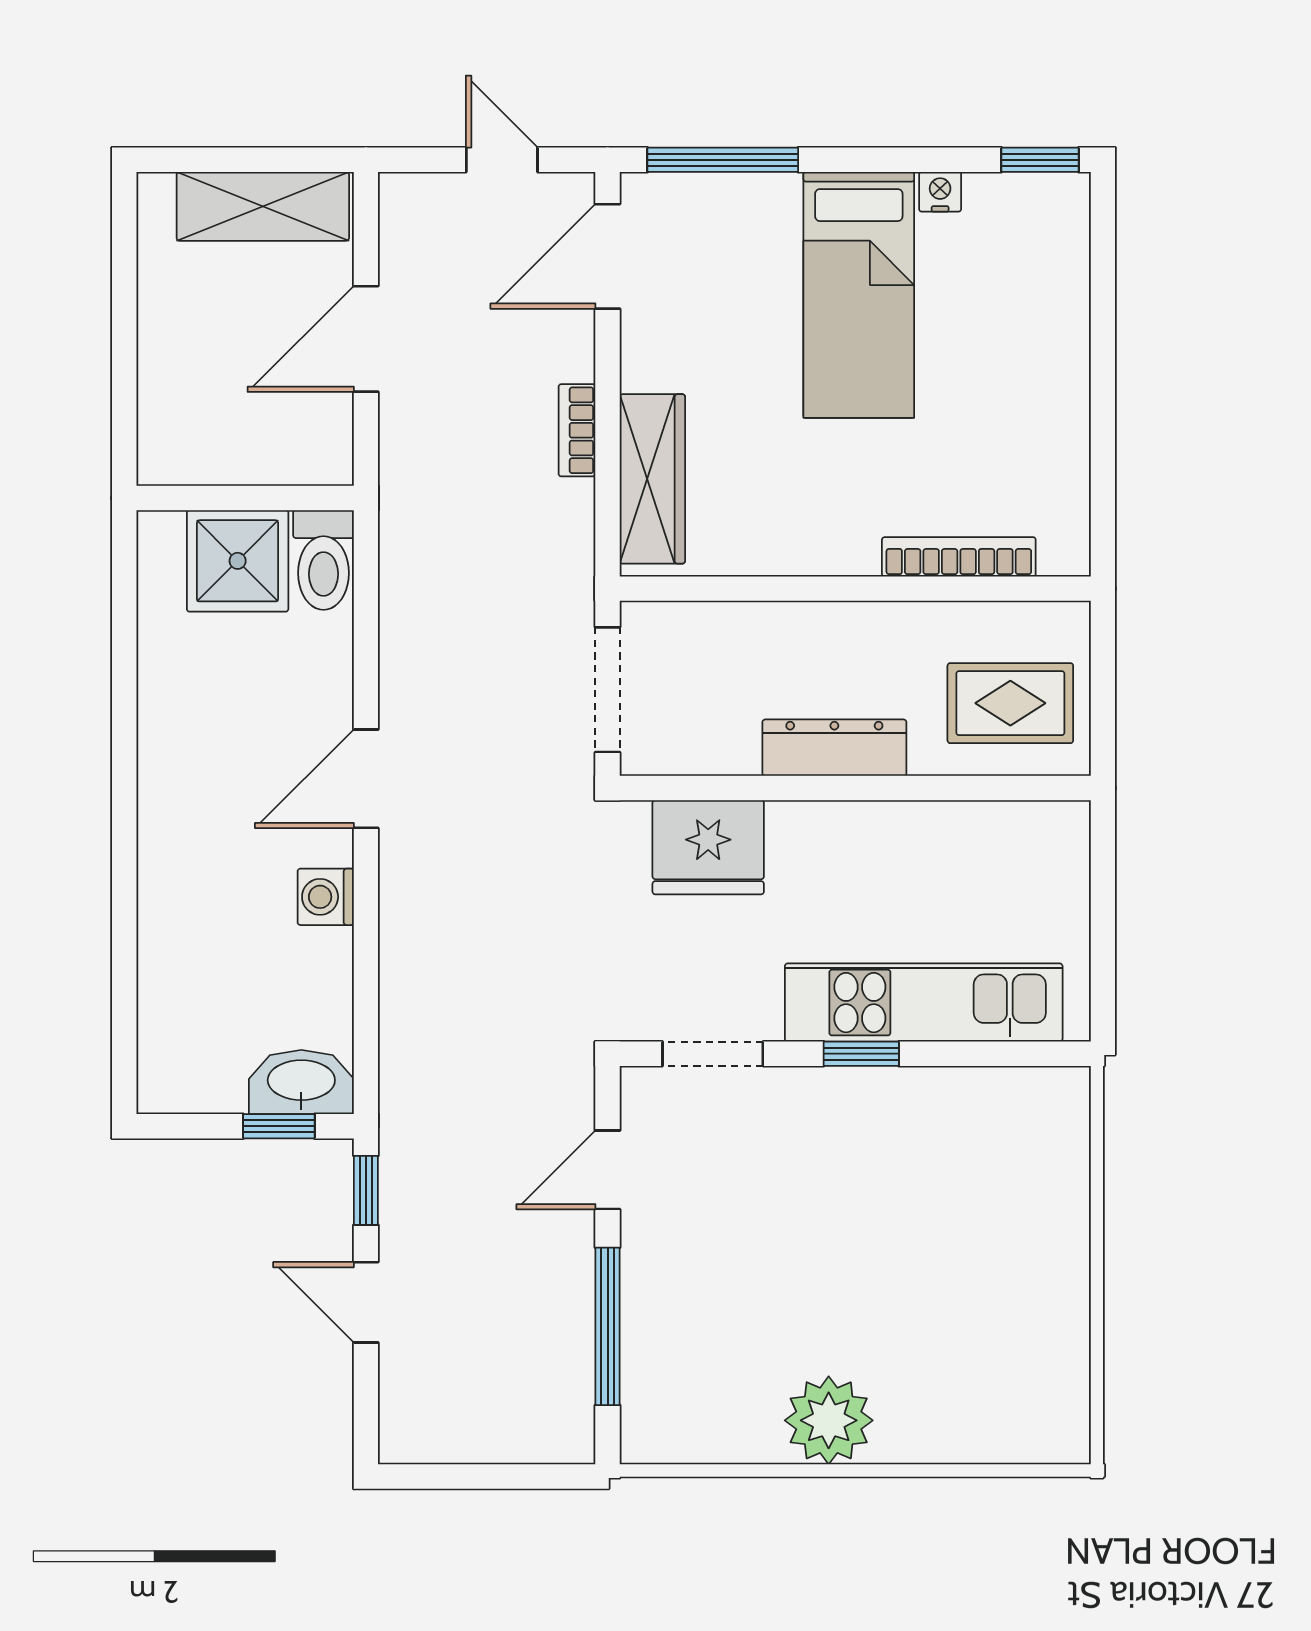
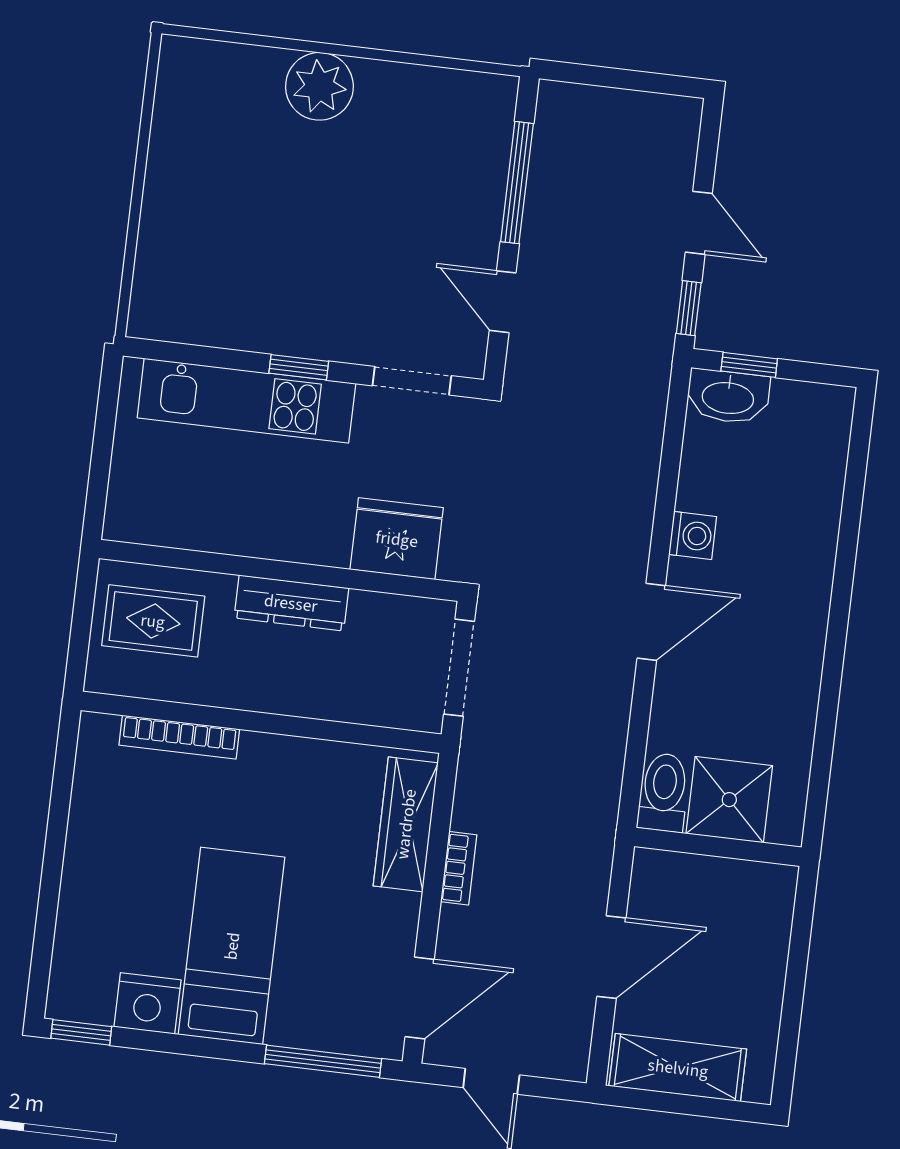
nightstand: (940, 192) -> (147, 1003), width x1.89, depth x1.79
door: (608, 1170) -> (503, 302), swing flipped
plant: (829, 1420) -> (319, 86), moved

